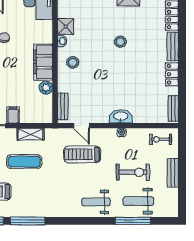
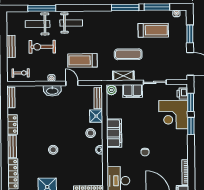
shower: (66, 26) -> (96, 116), moved
plant: (46, 88) -> (111, 90), moved
filing cabinet: (13, 115) -> (133, 91), width x2.00
door: (82, 126) -> (72, 83), moved
treadmill: (82, 154) -> (82, 60), turned 180
weight bench: (138, 201) -> (38, 24), turned 180

